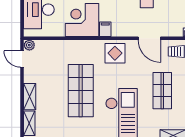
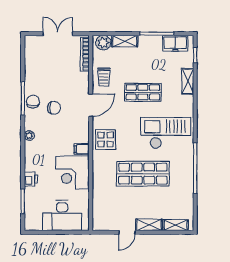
plant: (29, 45) -> (98, 225), removed
door: (22, 59) -> (127, 232), moved

